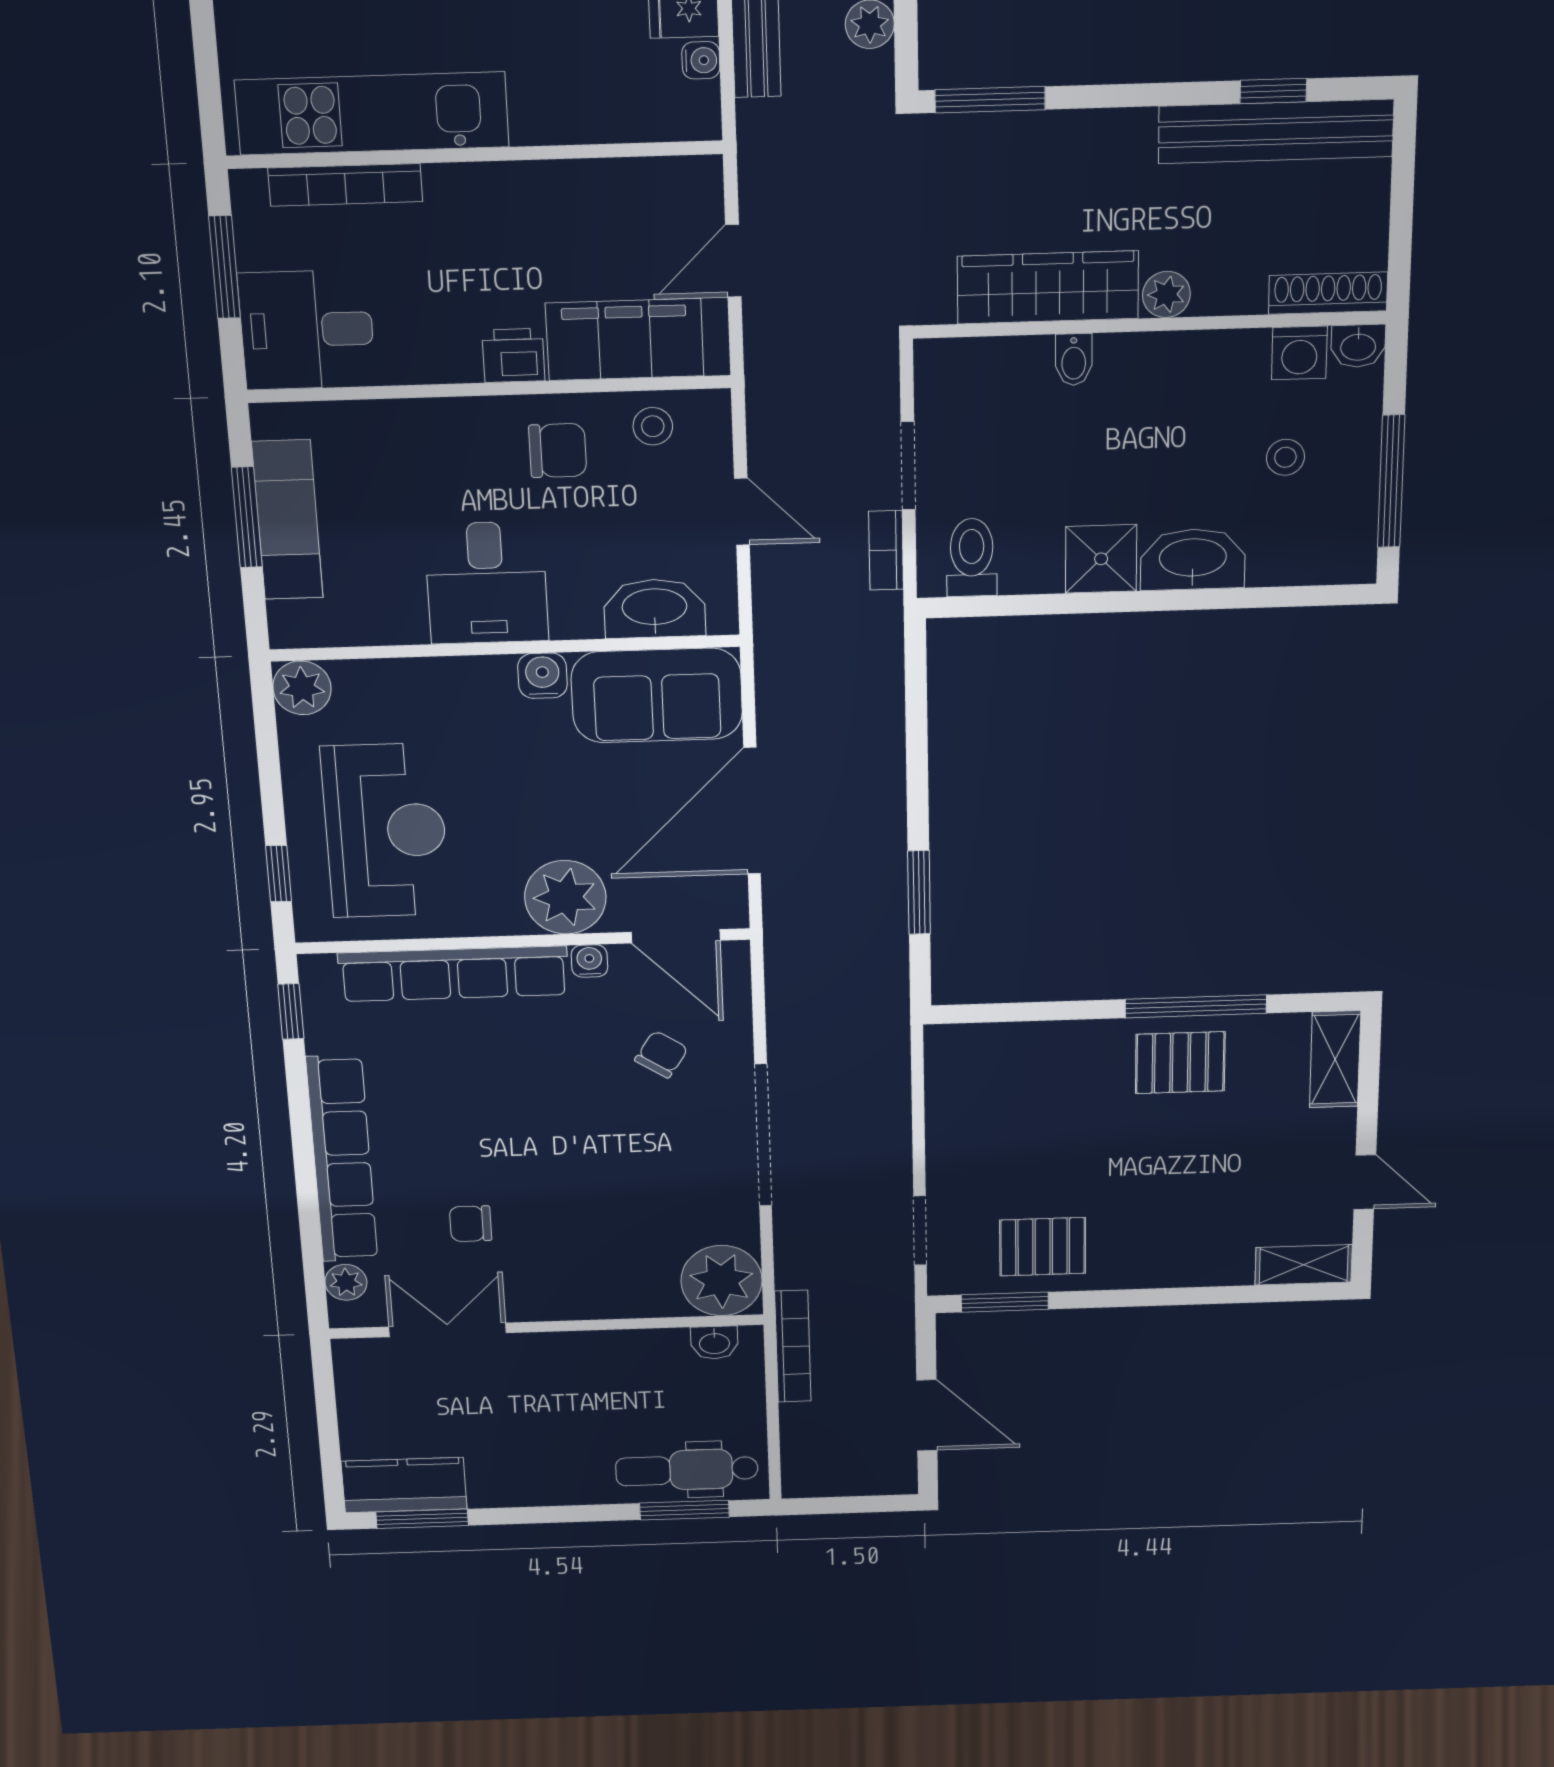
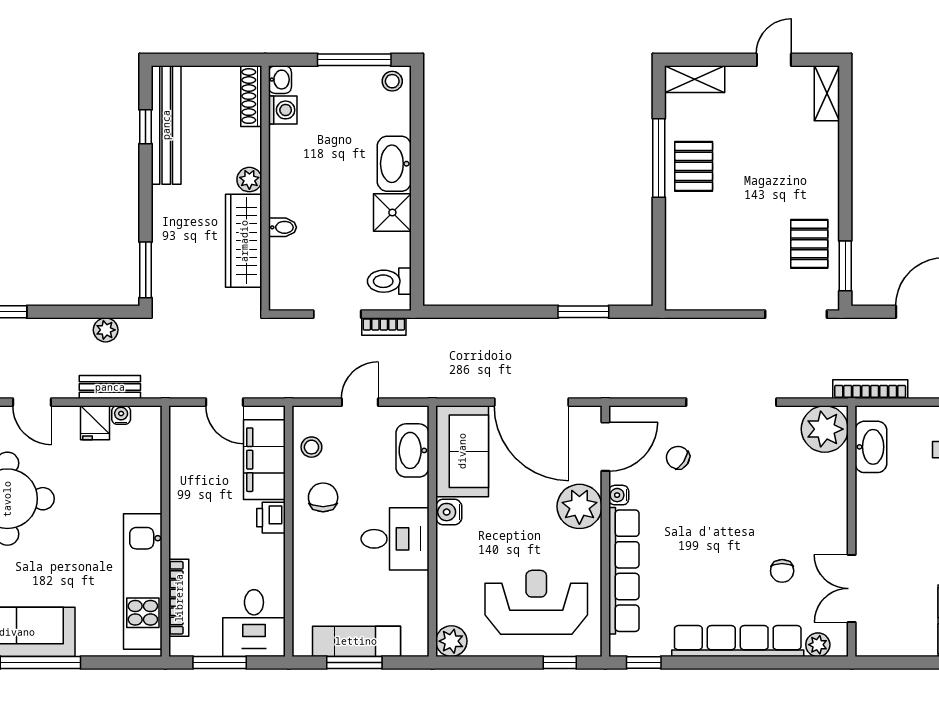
stool: (1285, 457) -> (392, 81), moved
doorway: (920, 1231) -> (796, 314), width x1.38
washbasin: (714, 1343) -> (871, 447), width x1.91, depth x1.45

